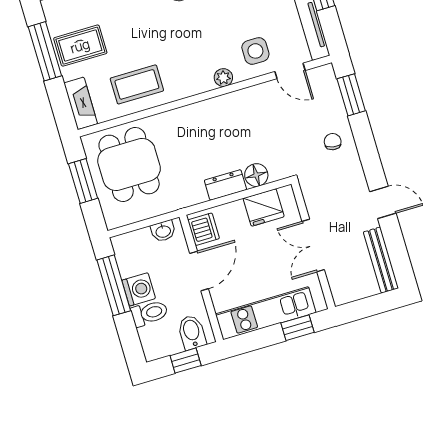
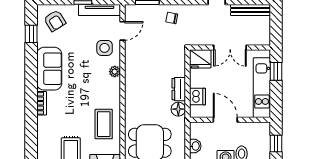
floor lamp: (256, 175) -> (178, 109), moved
fridge: (264, 207) -> (200, 59), moved, turned 90
dishwasher: (204, 229) -> (198, 96), moved, turned 90
washbasin: (163, 231) -> (195, 146), moved
bidet: (192, 332) -> (260, 135), removed

